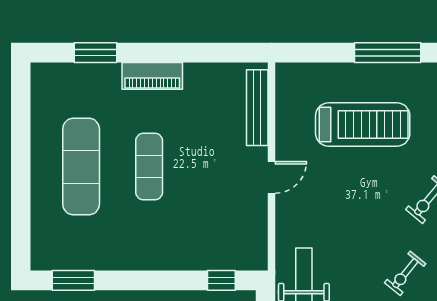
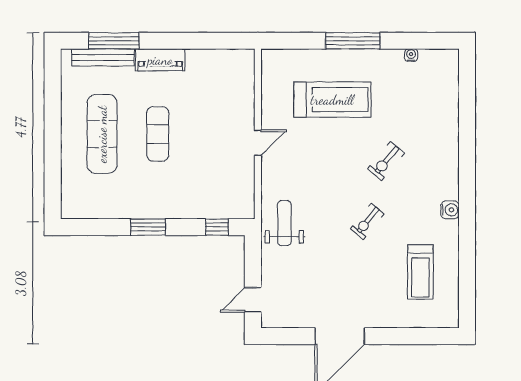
window: (95, 53) -> (114, 41), width x1.44
bench: (257, 108) -> (103, 57), moved, turned 90
window: (73, 280) -> (148, 227), moved

